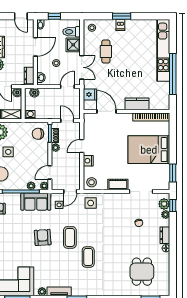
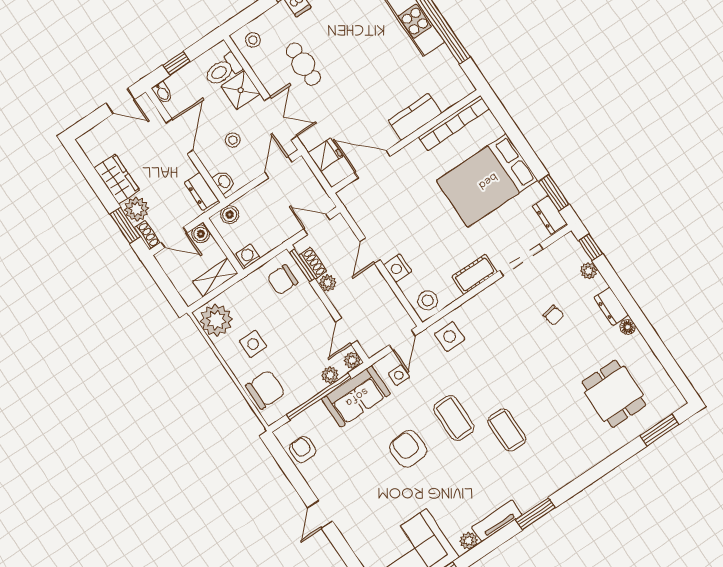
dresser: (165, 181) -> (550, 215), added
plant: (164, 204) -> (574, 255), removed

